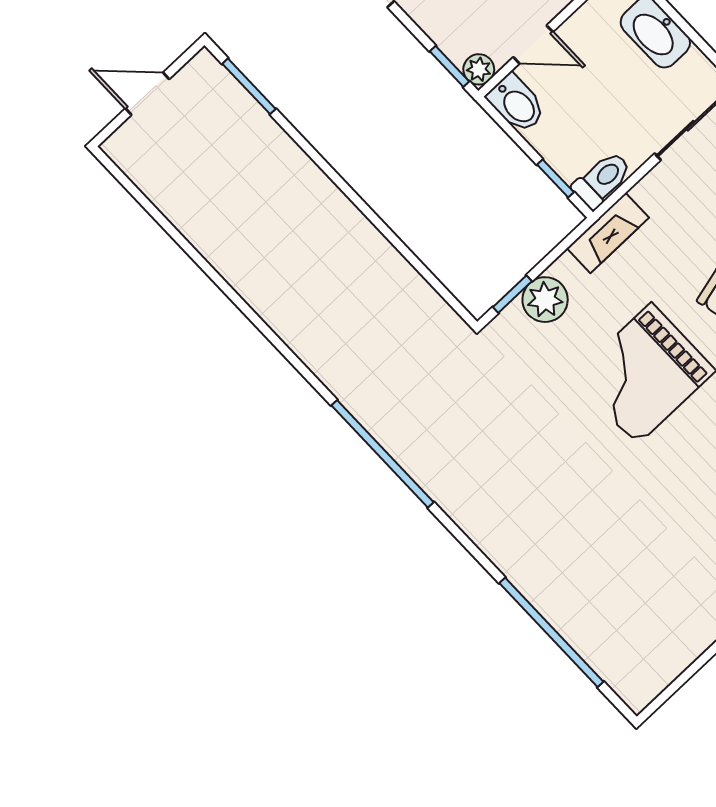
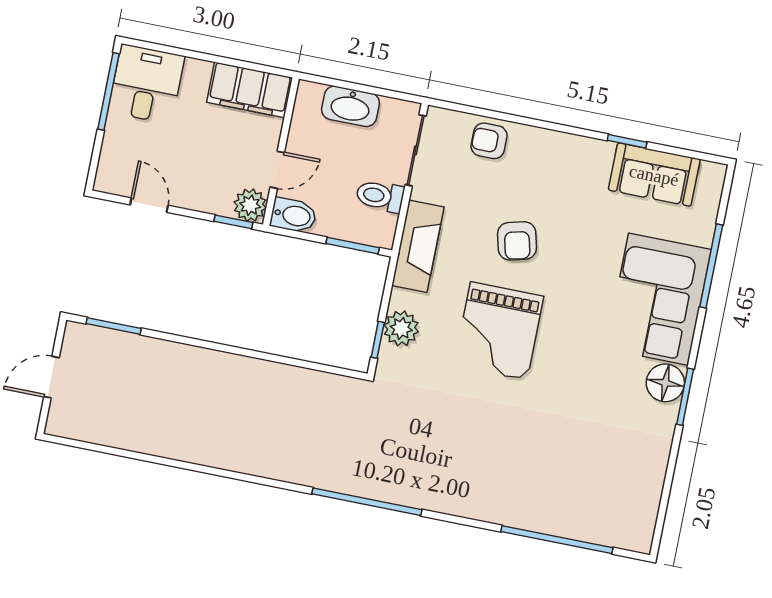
plant: (479, 69) -> (250, 205), width x1.38, depth x1.38
window: (555, 178) -> (353, 246), width x1.50
toilet: (602, 180) -> (380, 196), moved, turned -90
fireplace: (608, 233) -> (418, 246), width x1.37, depth x1.32

